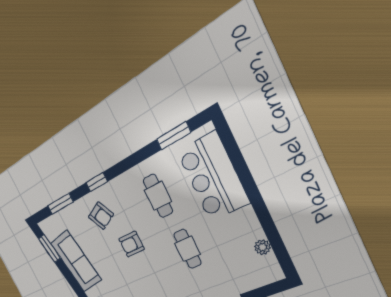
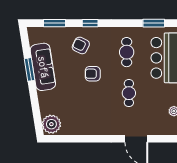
armchair: (101, 216) -> (81, 45), turned 142
window: (49, 248) -> (29, 69), moved

